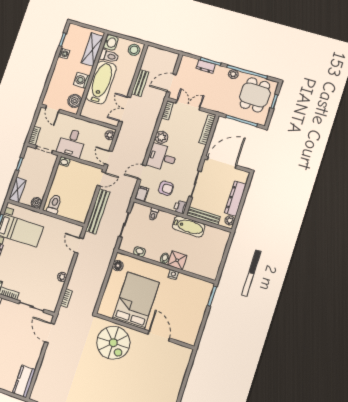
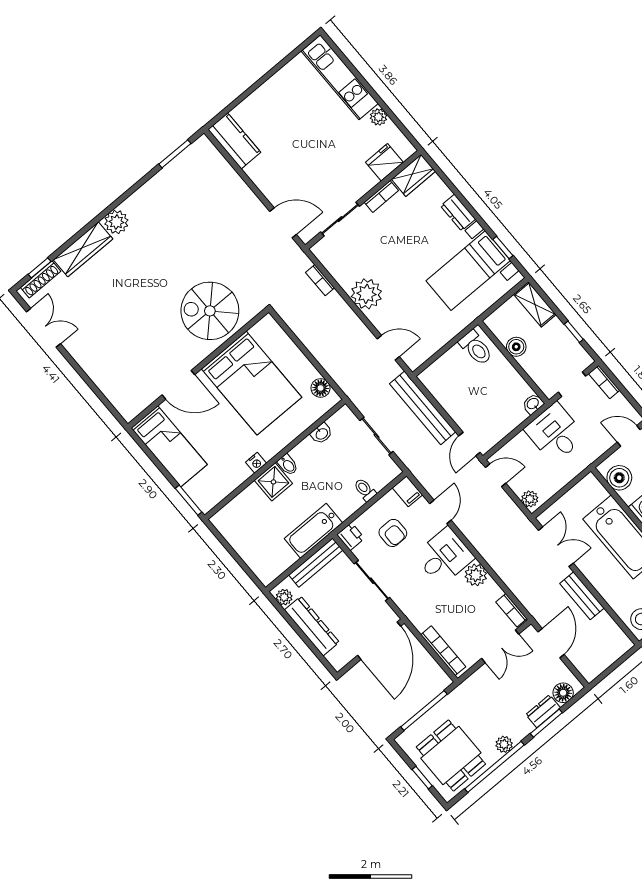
floor lamp: (191, 63) -> (563, 693), added
armchair: (166, 188) -> (393, 533), turned -90
boiler: (37, 203) -> (516, 347), moved
plant: (62, 277) -> (366, 294), width x1.88, depth x1.88
bed: (192, 322) -> (169, 446), added

